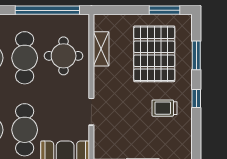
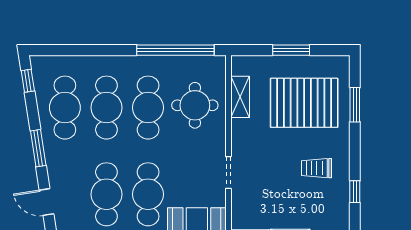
window: (165, 10) -> (291, 50), moved
pallet: (154, 54) -> (304, 103), turned 90
window: (196, 98) -> (355, 192), moved

